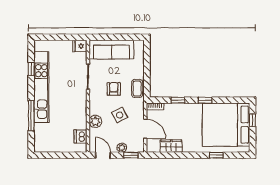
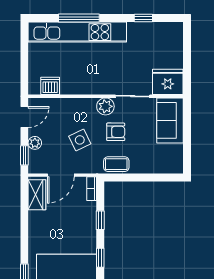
fridge: (80, 46) -> (168, 82), width x1.88, depth x1.34
sofa: (111, 50) -> (170, 120), width x0.73
kitchen unit: (41, 87) -> (77, 32), moved
plant: (95, 121) -> (105, 106), moved
wardrobe: (171, 146) -> (37, 195), moved

